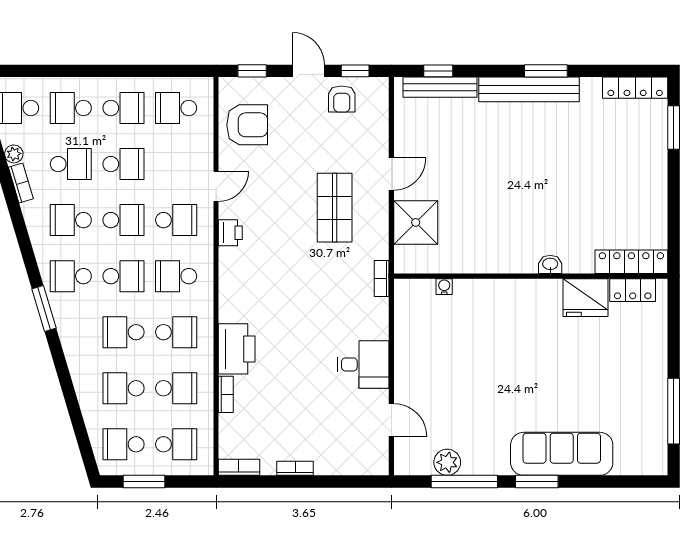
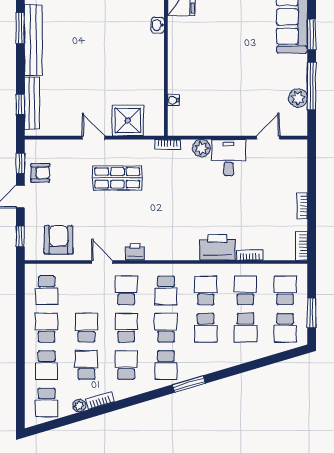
school desk: (71, 220) -> (126, 365), turned 180
plant: (377, 326) -> (201, 148), added

